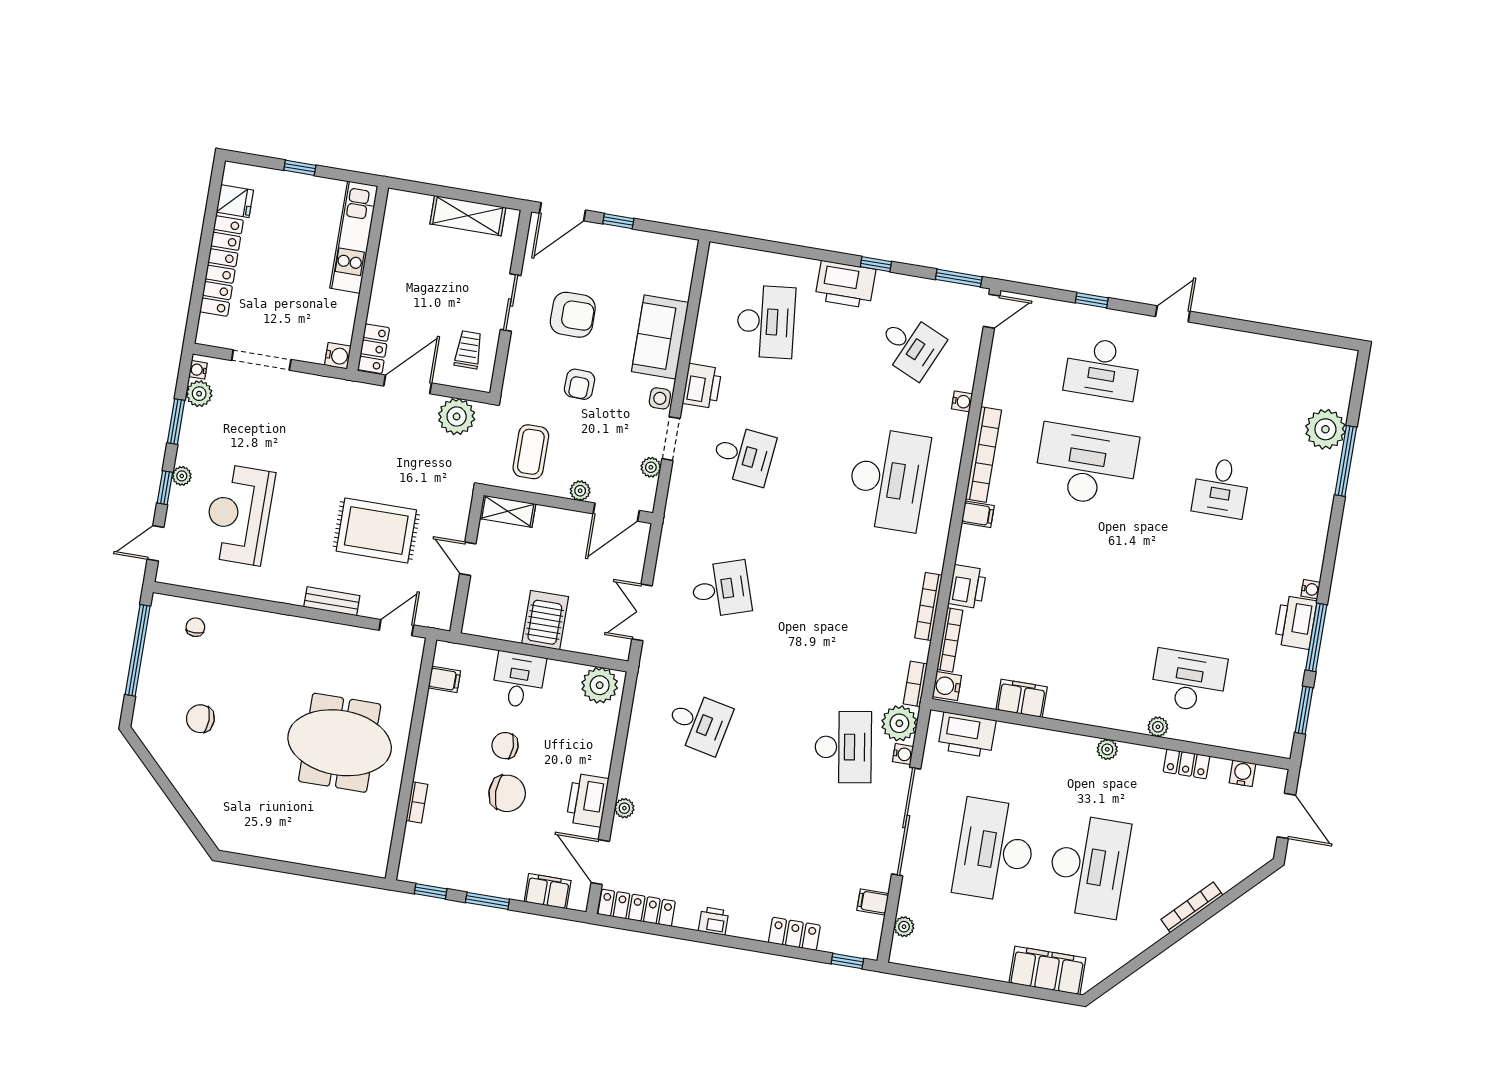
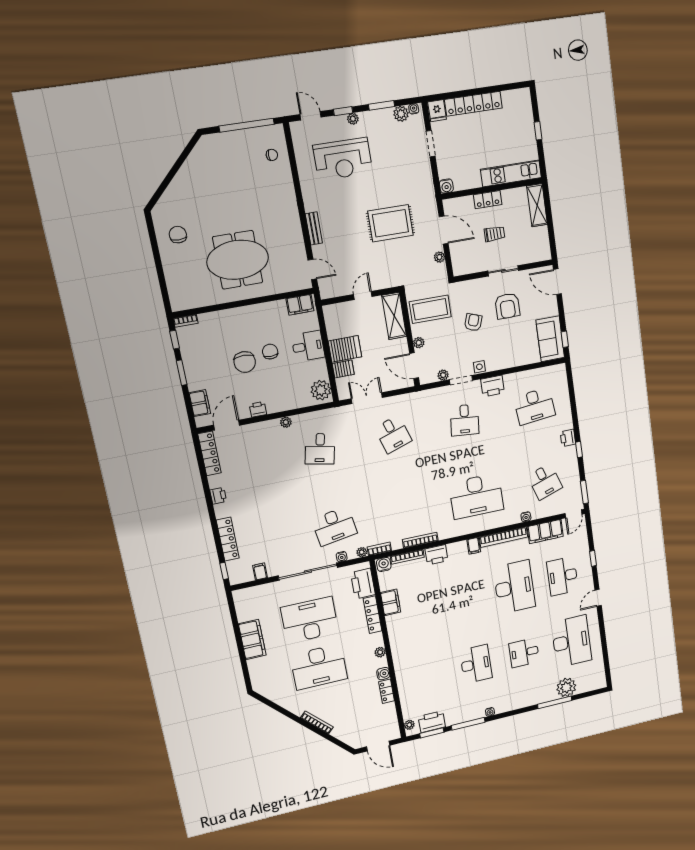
fridge: (235, 201) -> (437, 111), moved
shelving: (468, 216) -> (537, 205), moved
window: (618, 221) -> (565, 339), moved
printer: (845, 284) -> (568, 438), width x0.53, depth x0.68
door: (992, 311) -> (573, 514), hinge flipped
door: (1173, 314) -> (598, 598), swing flipped
sofa: (660, 337) -> (550, 339), moved, turned -90
desk: (910, 346) -> (545, 482), turned -42
locker: (374, 349) -> (488, 200), moved
trolley: (468, 350) -> (494, 234), moved
doorway: (261, 360) -> (431, 144), width x0.73
filing cabinet: (1004, 374) -> (545, 531), added
armchair: (579, 384) -> (473, 322), turned 108
desk: (1237, 391) -> (571, 641), added
plant: (457, 416) -> (439, 257), width x0.53, depth x0.53
coffee table: (531, 452) -> (430, 309), width x1.36, depth x1.32
shelving: (508, 511) -> (394, 316), width x1.50, depth x1.33
reception desk: (239, 515) -> (343, 159), turned 180
rug: (376, 531) -> (391, 223), moved, turned 90
printer: (1296, 622) -> (432, 722), moved
server rack: (578, 635) -> (343, 369), added
filing cabinet: (444, 679) -> (300, 305), width x2.00
desk: (1189, 681) -> (476, 664), moved
chair: (200, 719) -> (178, 235), moved
plant: (899, 723) -> (362, 552), width x0.53, depth x0.53
plant: (1158, 727) -> (409, 725), moved
locker: (1031, 738) -> (373, 615), added
meeting table: (340, 743) -> (238, 260), turned 90
water cooler: (1242, 773) -> (383, 674), moved
printer: (587, 800) -> (258, 409), width x0.53, depth x0.68
bookcase: (417, 802) -> (186, 321), moved
plant: (624, 808) -> (286, 422), moved
door: (1286, 816) -> (378, 746), hinge flipped
plant: (904, 927) -> (253, 592), removed
locker: (794, 934) -> (228, 539), width x1.53
filing cabinet: (1047, 970) -> (252, 639), moved

